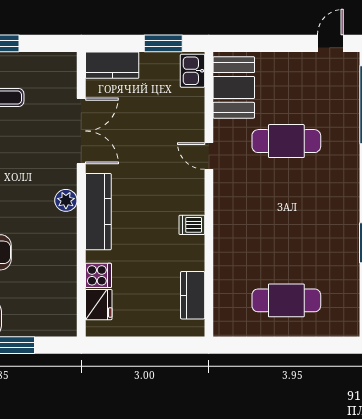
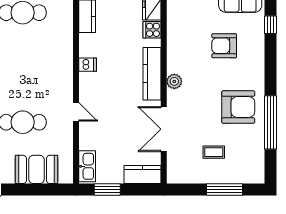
kitchen sink: (193, 71) -> (87, 166), width x1.38
booth: (234, 87) -> (36, 169), moved, turned 90

